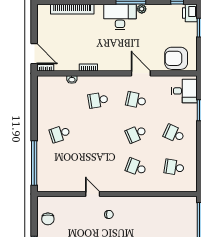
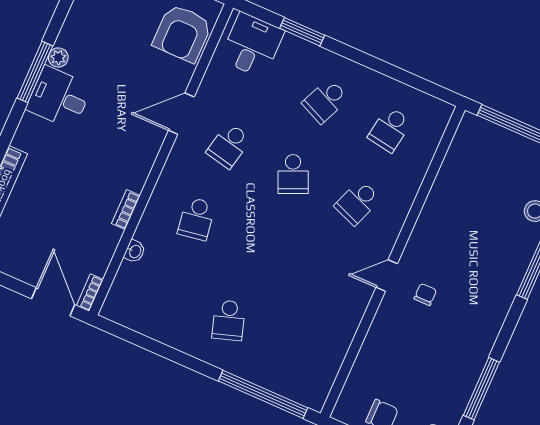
desk: (120, 17) -> (59, 98), width x0.73
door: (34, 54) -> (53, 302), hinge flipped
door: (93, 194) -> (387, 275), moved

